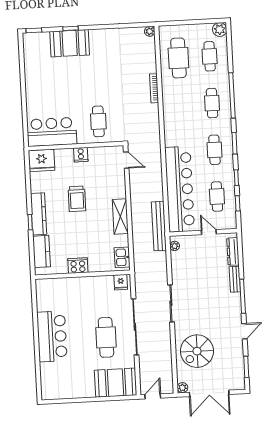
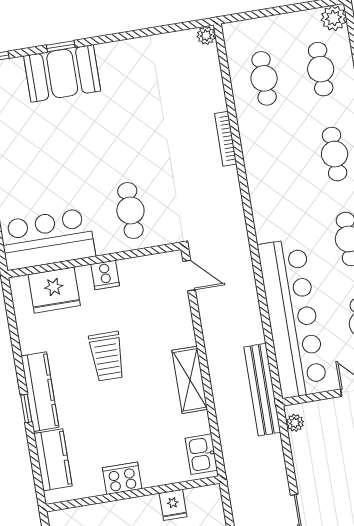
cafe table: (178, 58) -> (264, 78), width x0.73, depth x0.74
fridge: (41, 160) -> (54, 290), moved
fridge: (121, 282) -> (173, 505), moved

